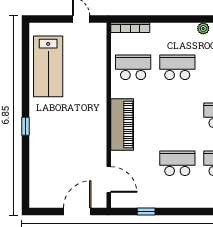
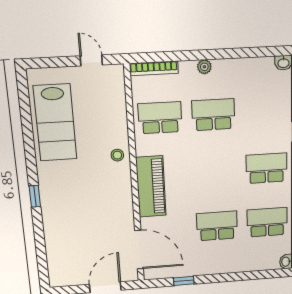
plant: (203, 28) -> (204, 67), moved
stool: (96, 96) -> (117, 155), added
door: (109, 180) -> (139, 250), width x1.36

